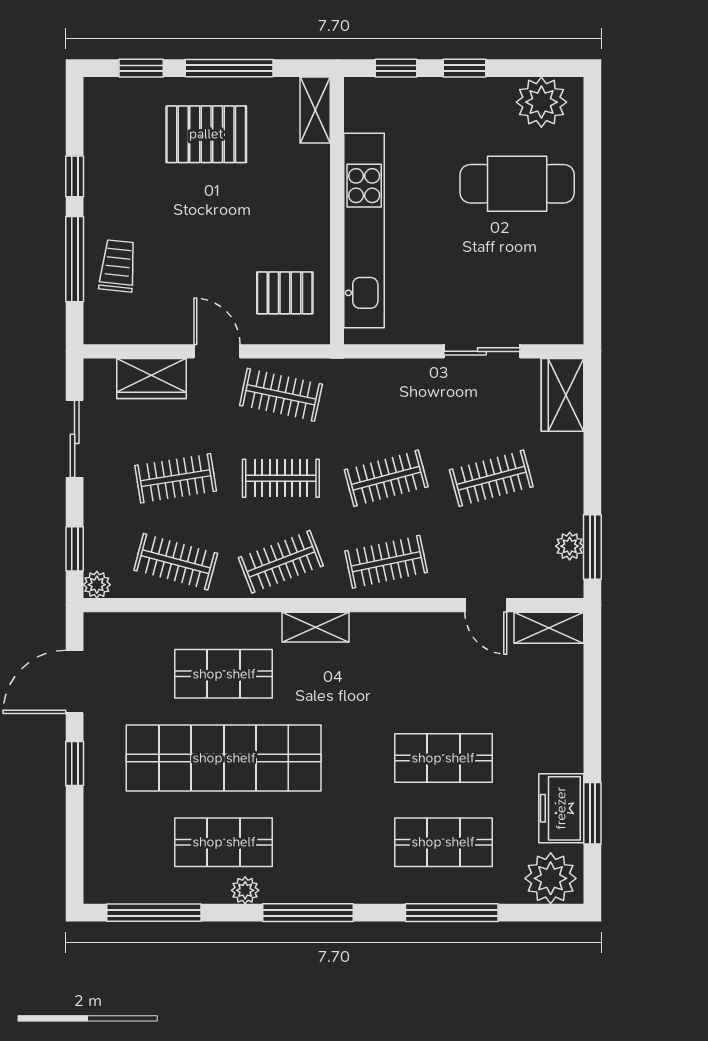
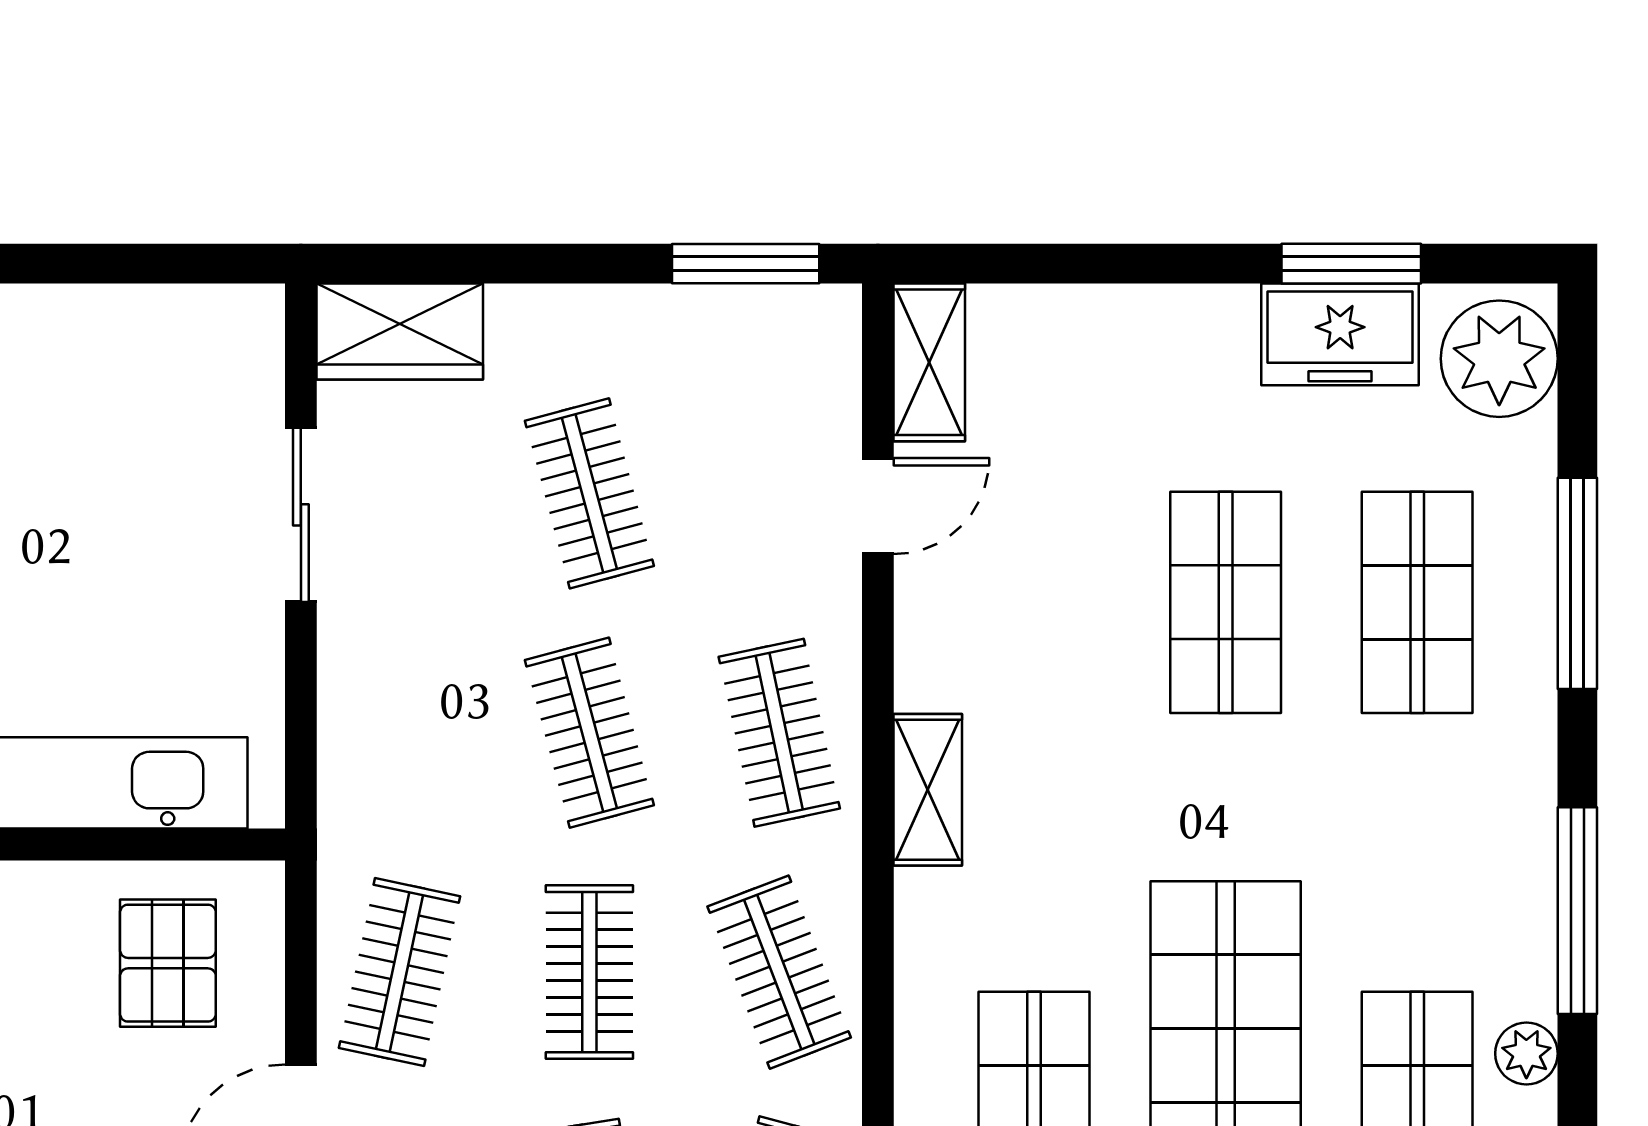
plant: (570, 546) -> (744, 315), removed
shelving: (315, 627) -> (928, 790), moved

